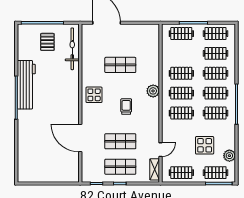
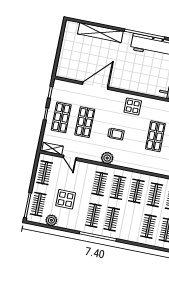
clothes rail: (216, 73) -> (155, 195), moved
plant: (153, 91) -> (107, 158), moved
shelving: (24, 144) -> (100, 33), added

